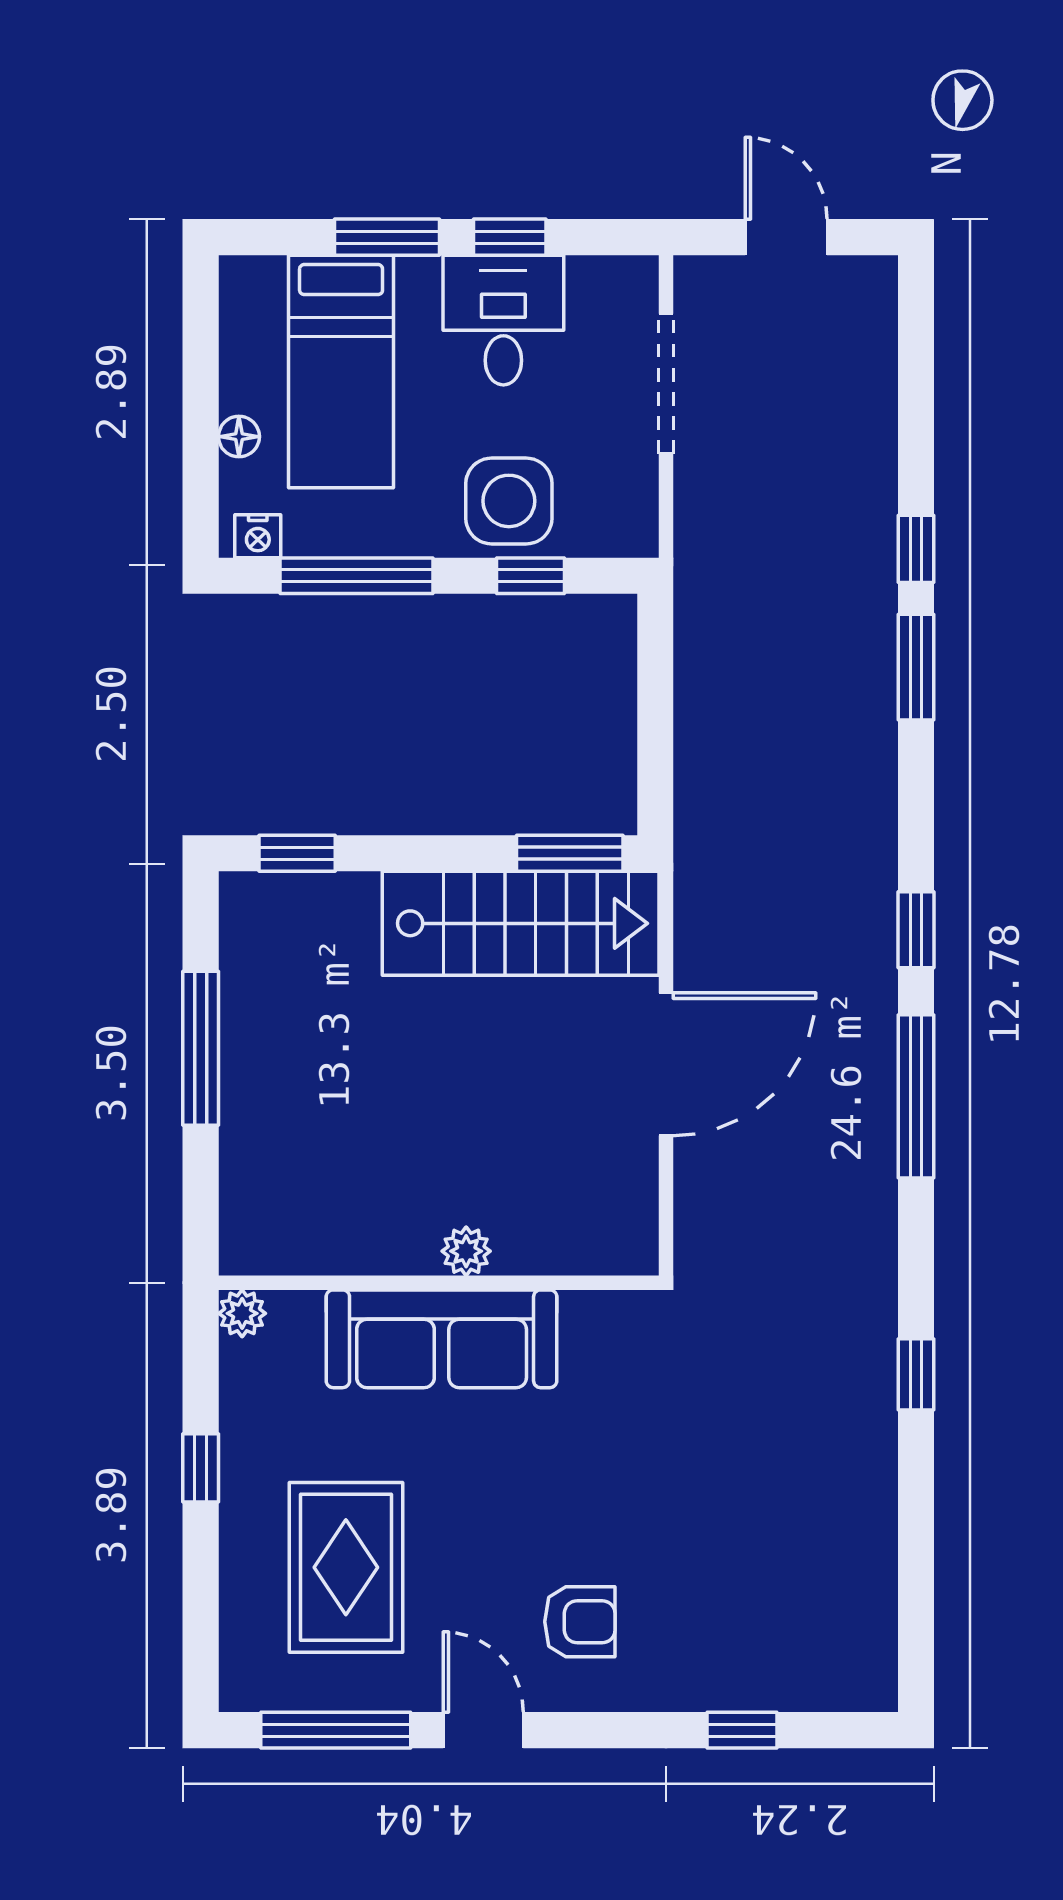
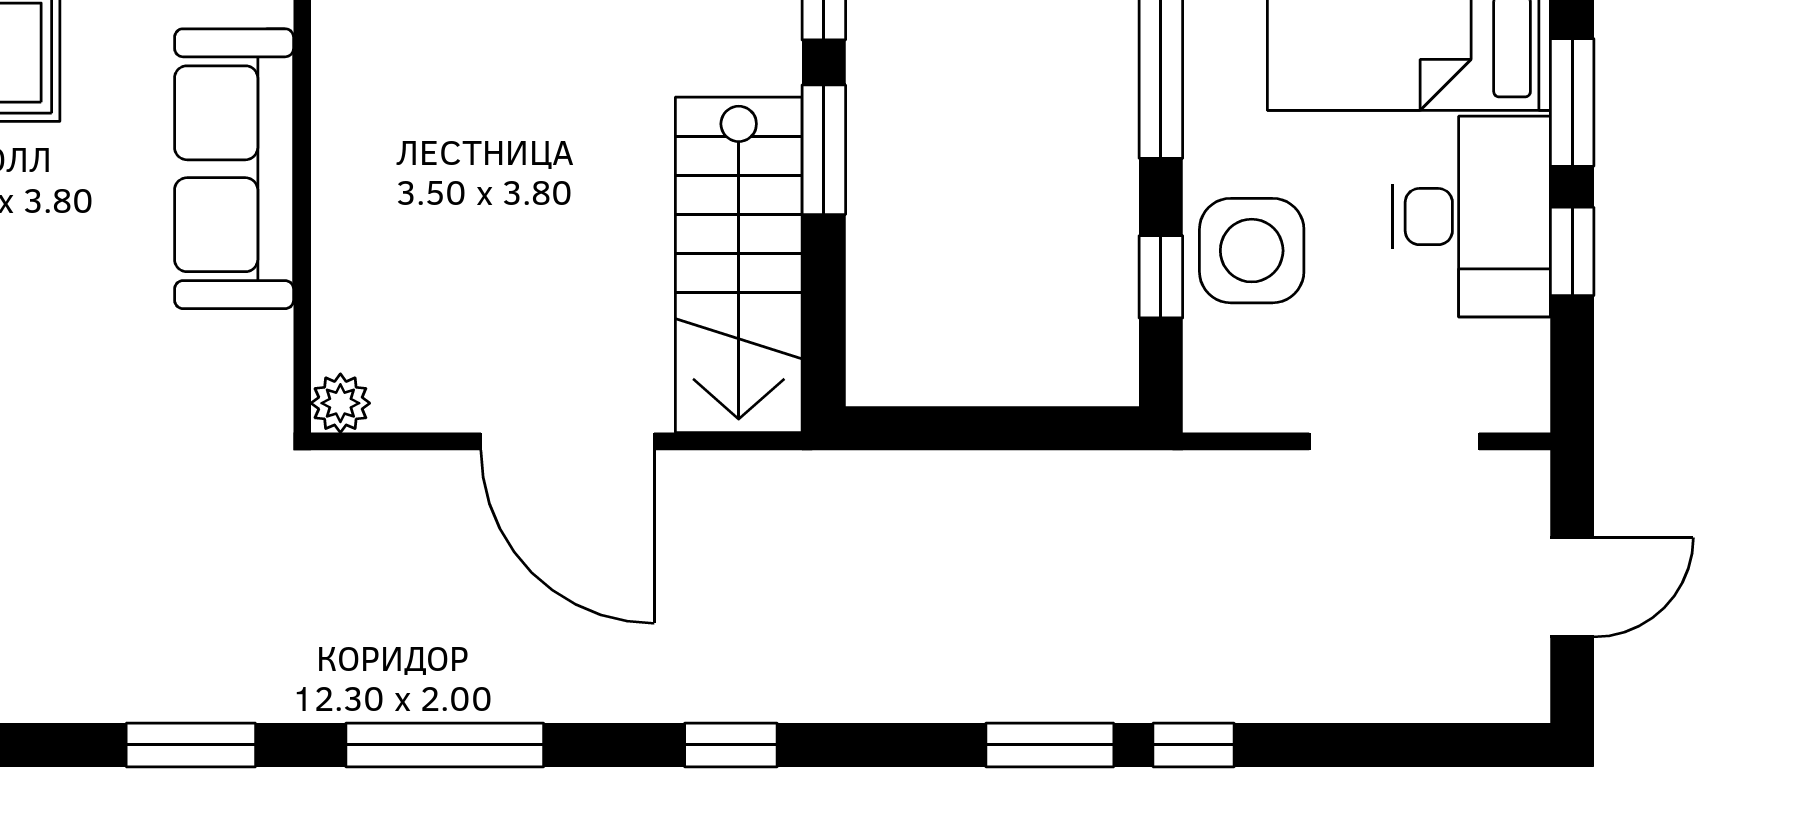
desk: (503, 320) -> (1471, 217), width x1.37
window: (570, 853) -> (824, 150), moved
window: (916, 1096) -> (445, 745), moved
plant: (466, 1251) -> (340, 403), moved
window: (916, 1374) -> (191, 745), width x1.50

